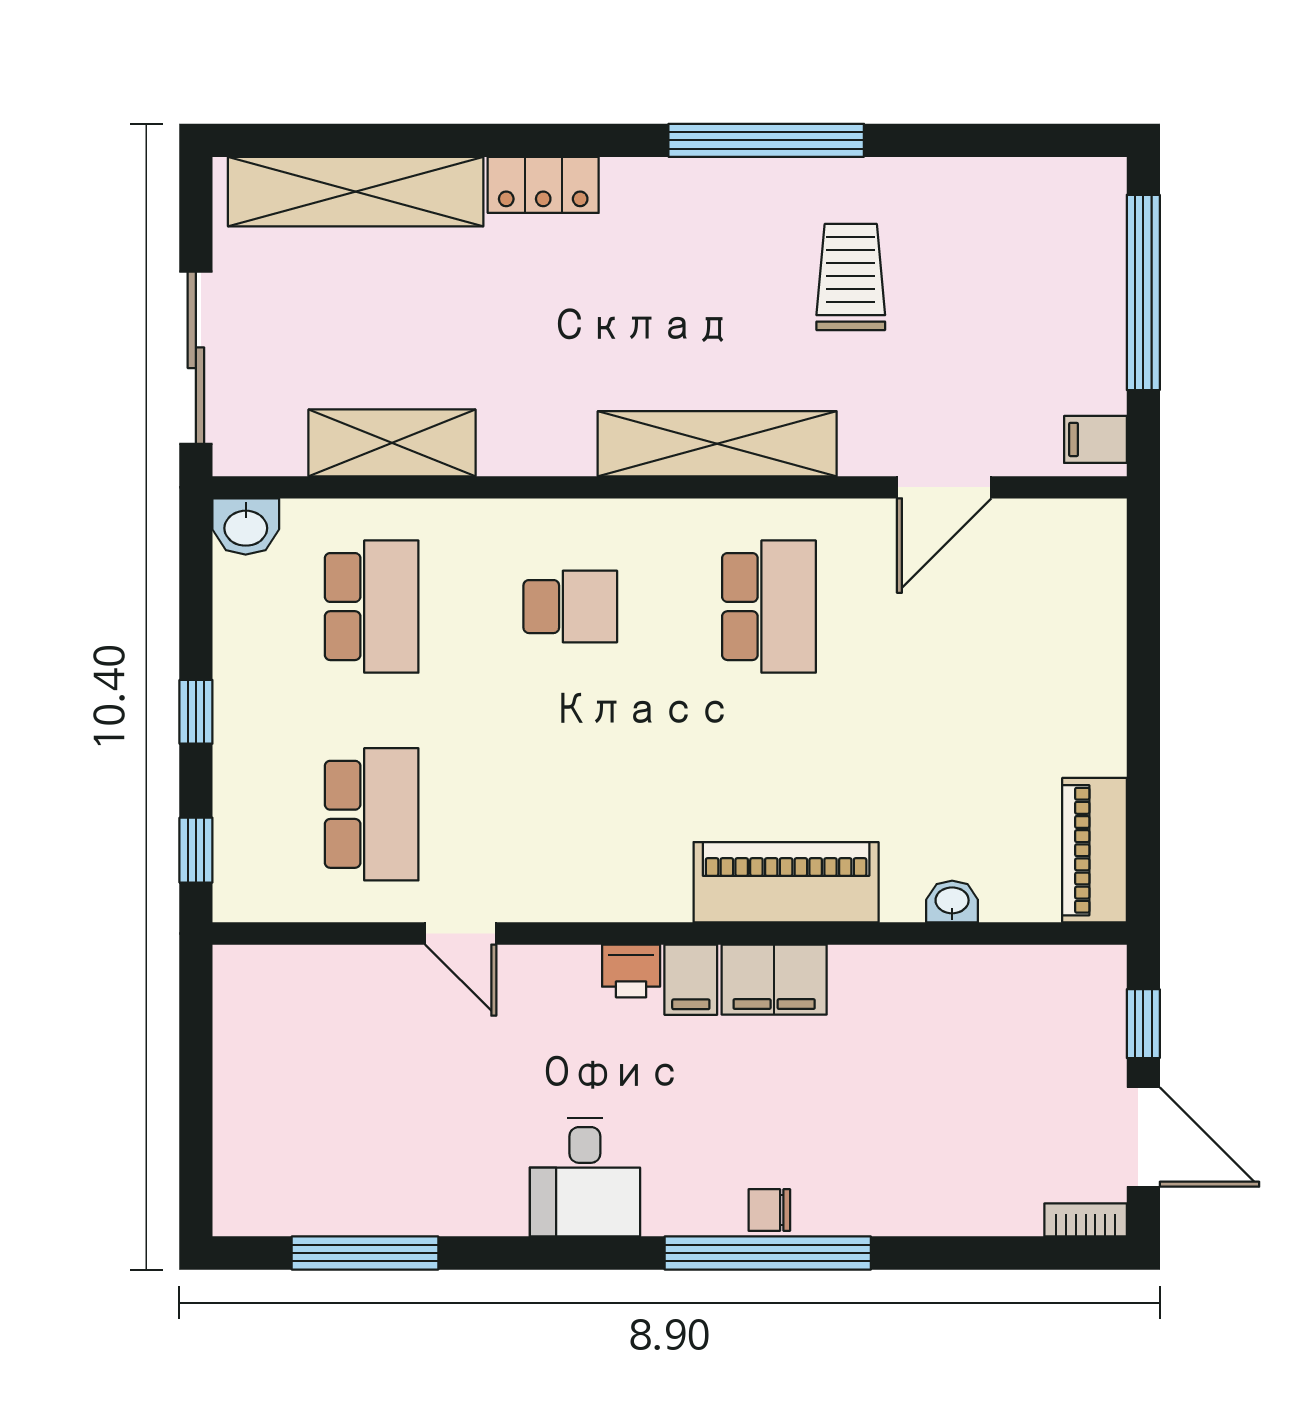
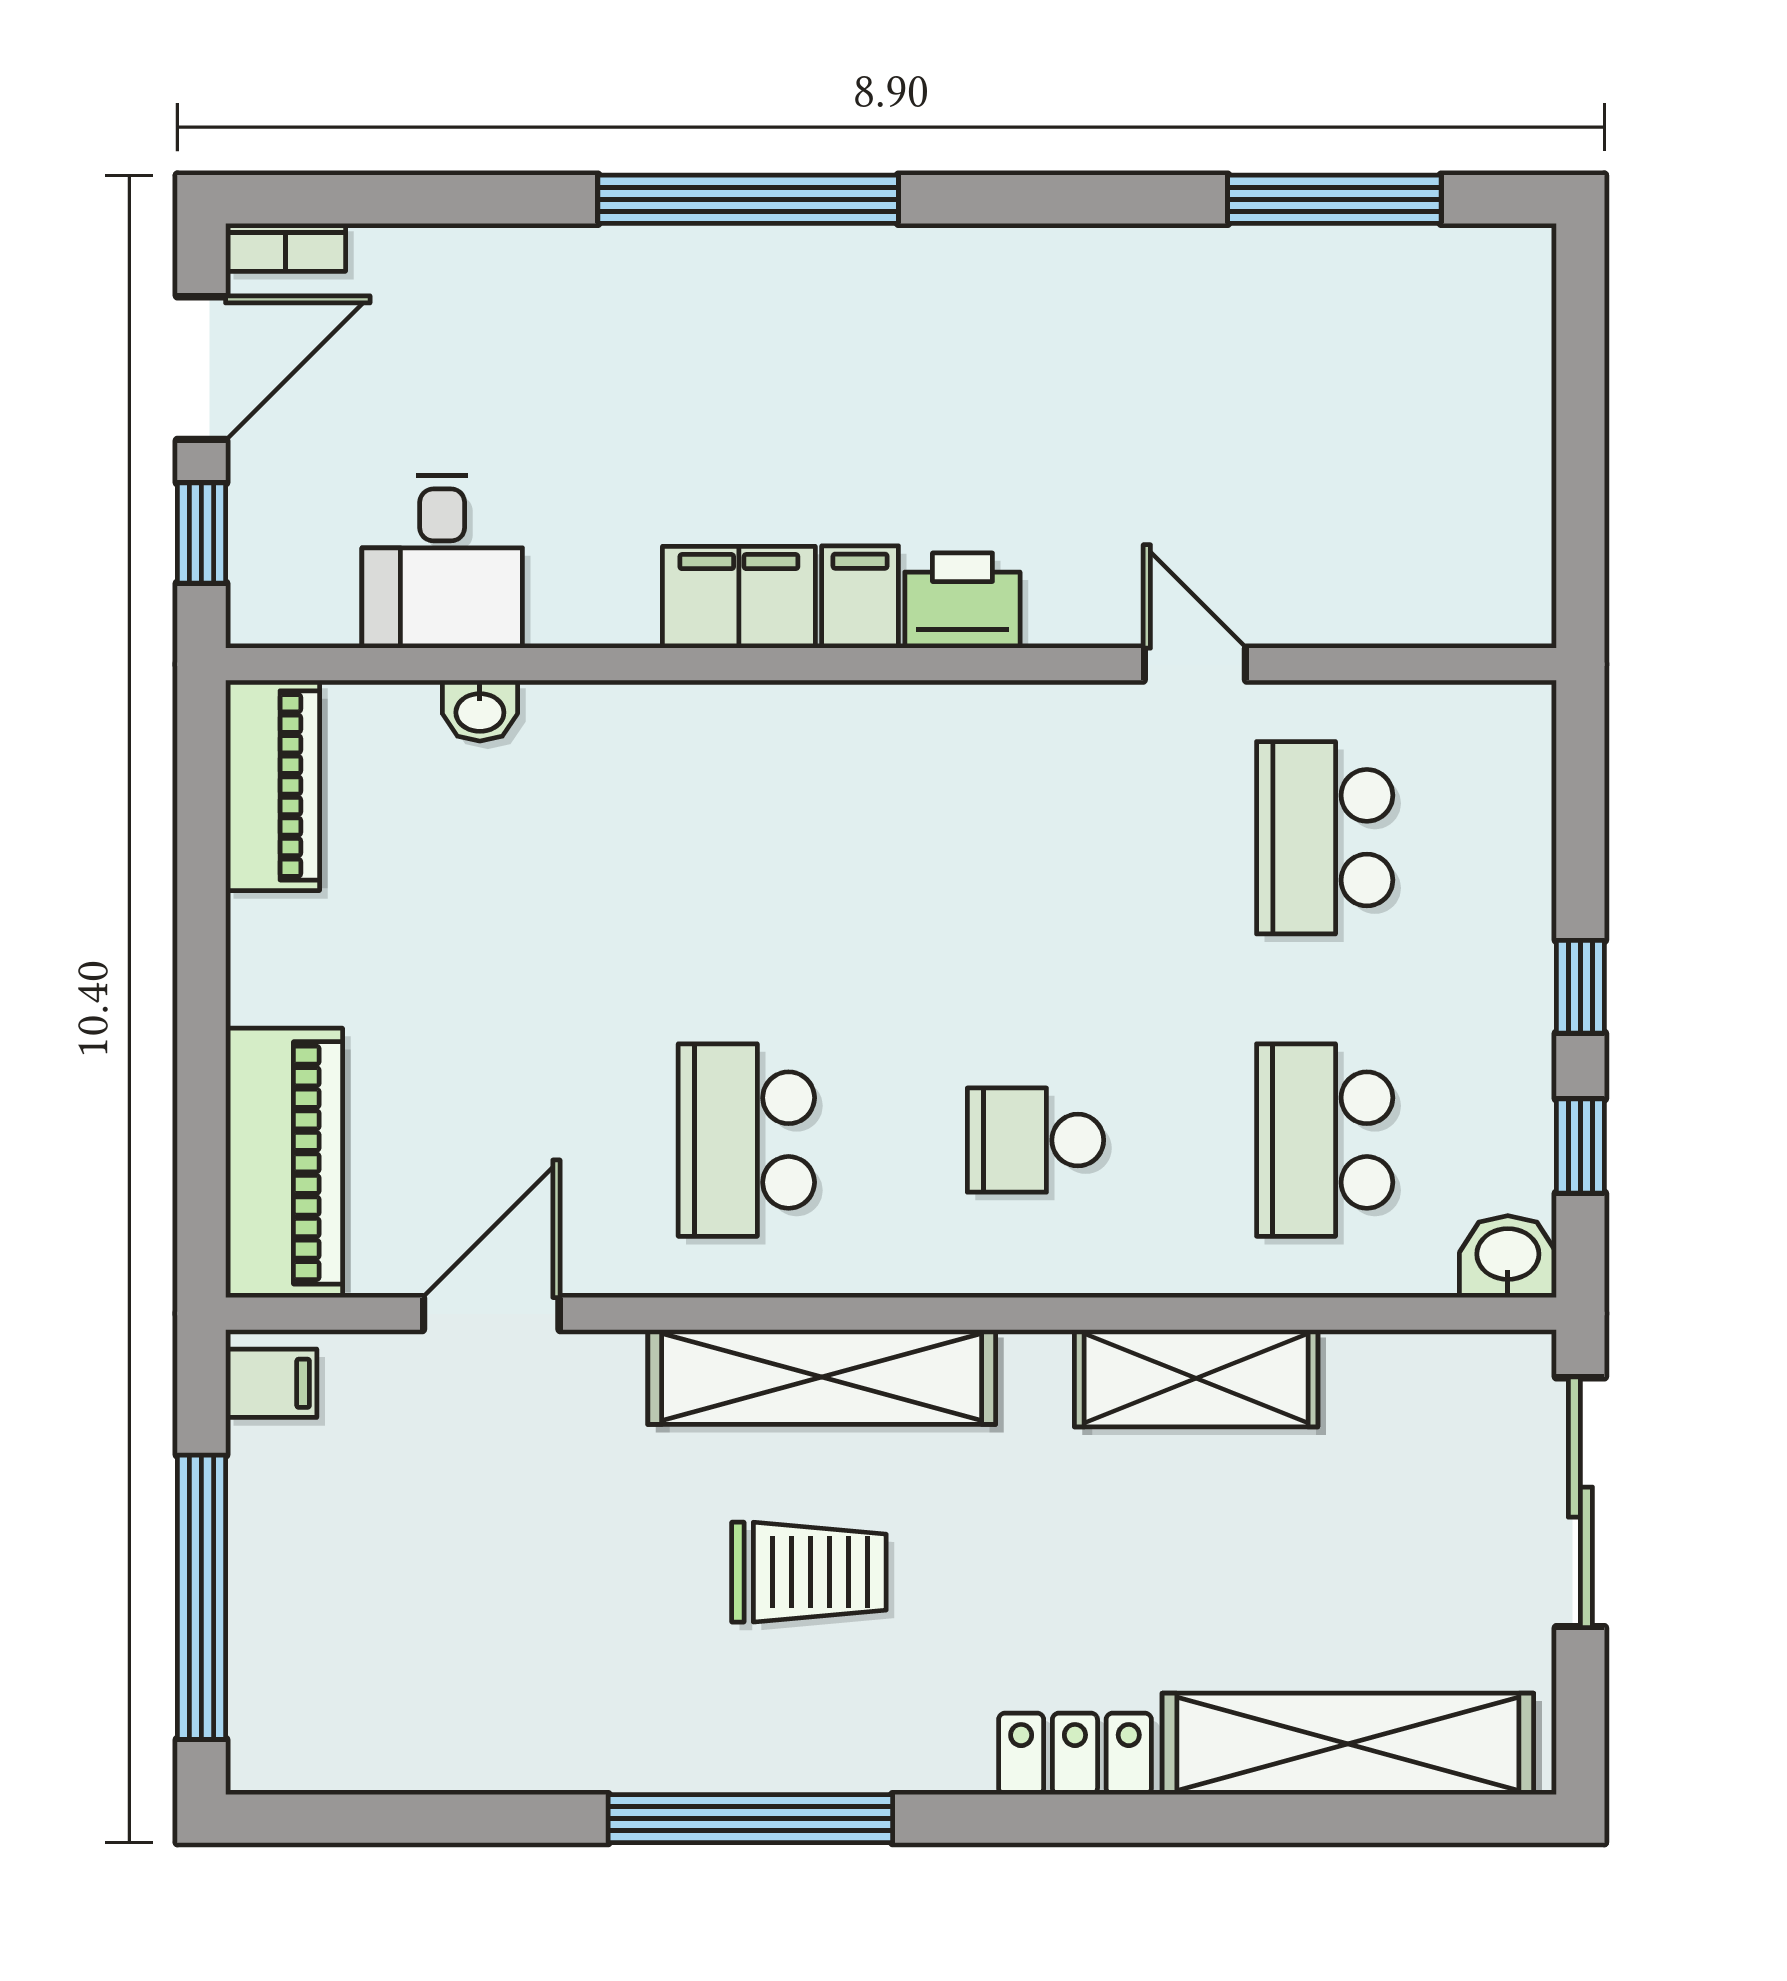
trolley: (851, 277) -> (809, 1572), moved, turned -90
shelving: (392, 443) -> (1196, 1378), moved
window: (196, 850) -> (1580, 1146), moved
piano: (786, 882) -> (284, 1163), moved, turned -90
printer: (631, 971) -> (962, 601), width x1.36, depth x1.24
door: (1143, 1137) -> (201, 368), swing flipped
desk: (585, 1177) -> (442, 562), moved, turned 180
chair: (769, 1210) -> (746, 262), removed

